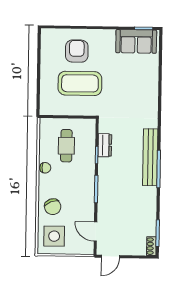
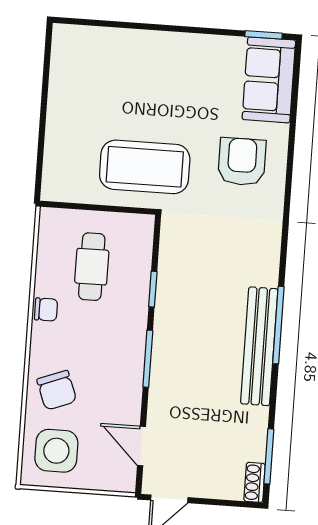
sofa: (136, 41) -> (269, 80), moved, turned 90
armchair: (77, 51) -> (242, 162), moved
coffee table: (80, 83) -> (145, 167), moved
dresser: (105, 145) -> (171, 270), removed
bench: (150, 157) -> (259, 346), moved

